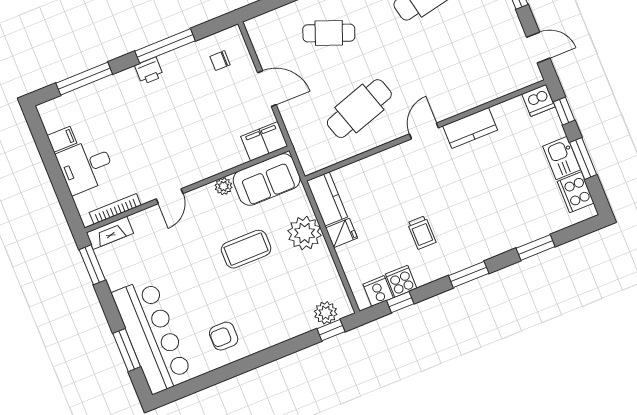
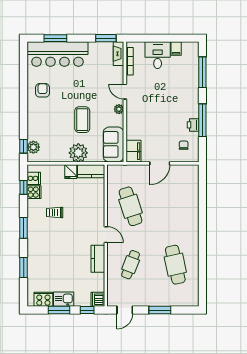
cafe table: (329, 33) -> (131, 265), moved
printer: (149, 71) -> (193, 125), moved
plant: (223, 186) -> (119, 109), moved

